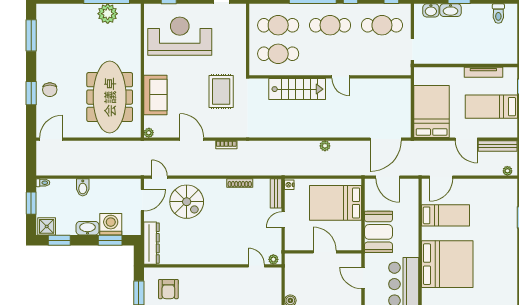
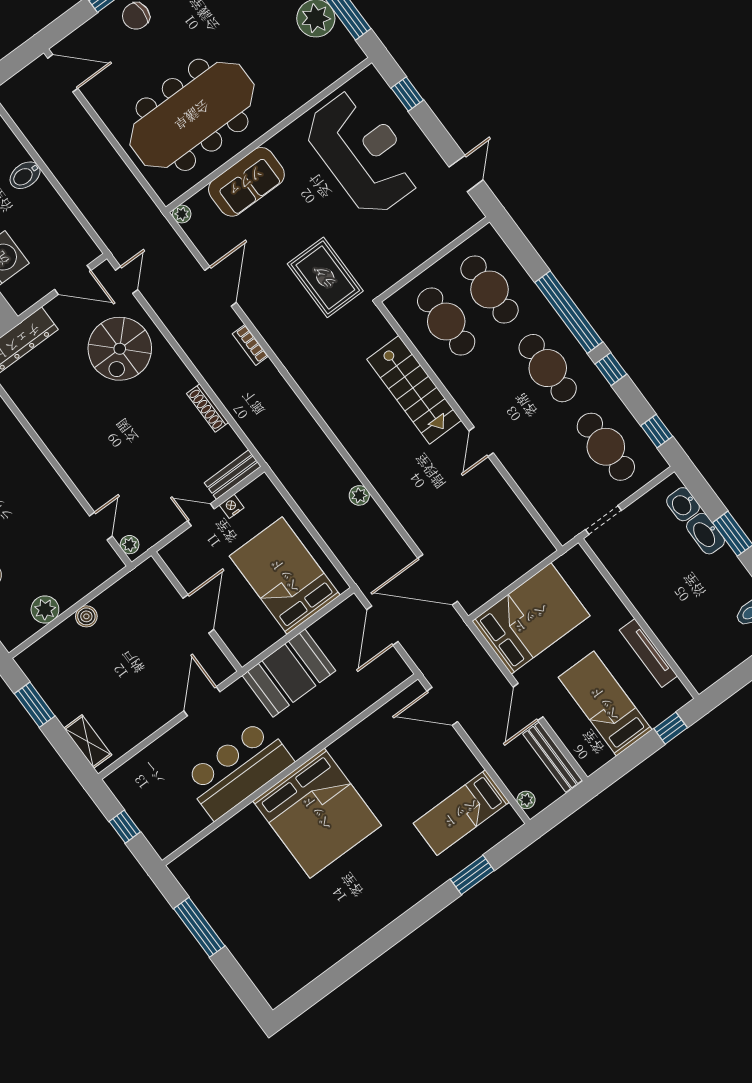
rug: (221, 91) -> (325, 277), turned 90
nightstand: (289, 185) -> (232, 506), moved
bed: (445, 215) -> (461, 813), moved, turned 90

